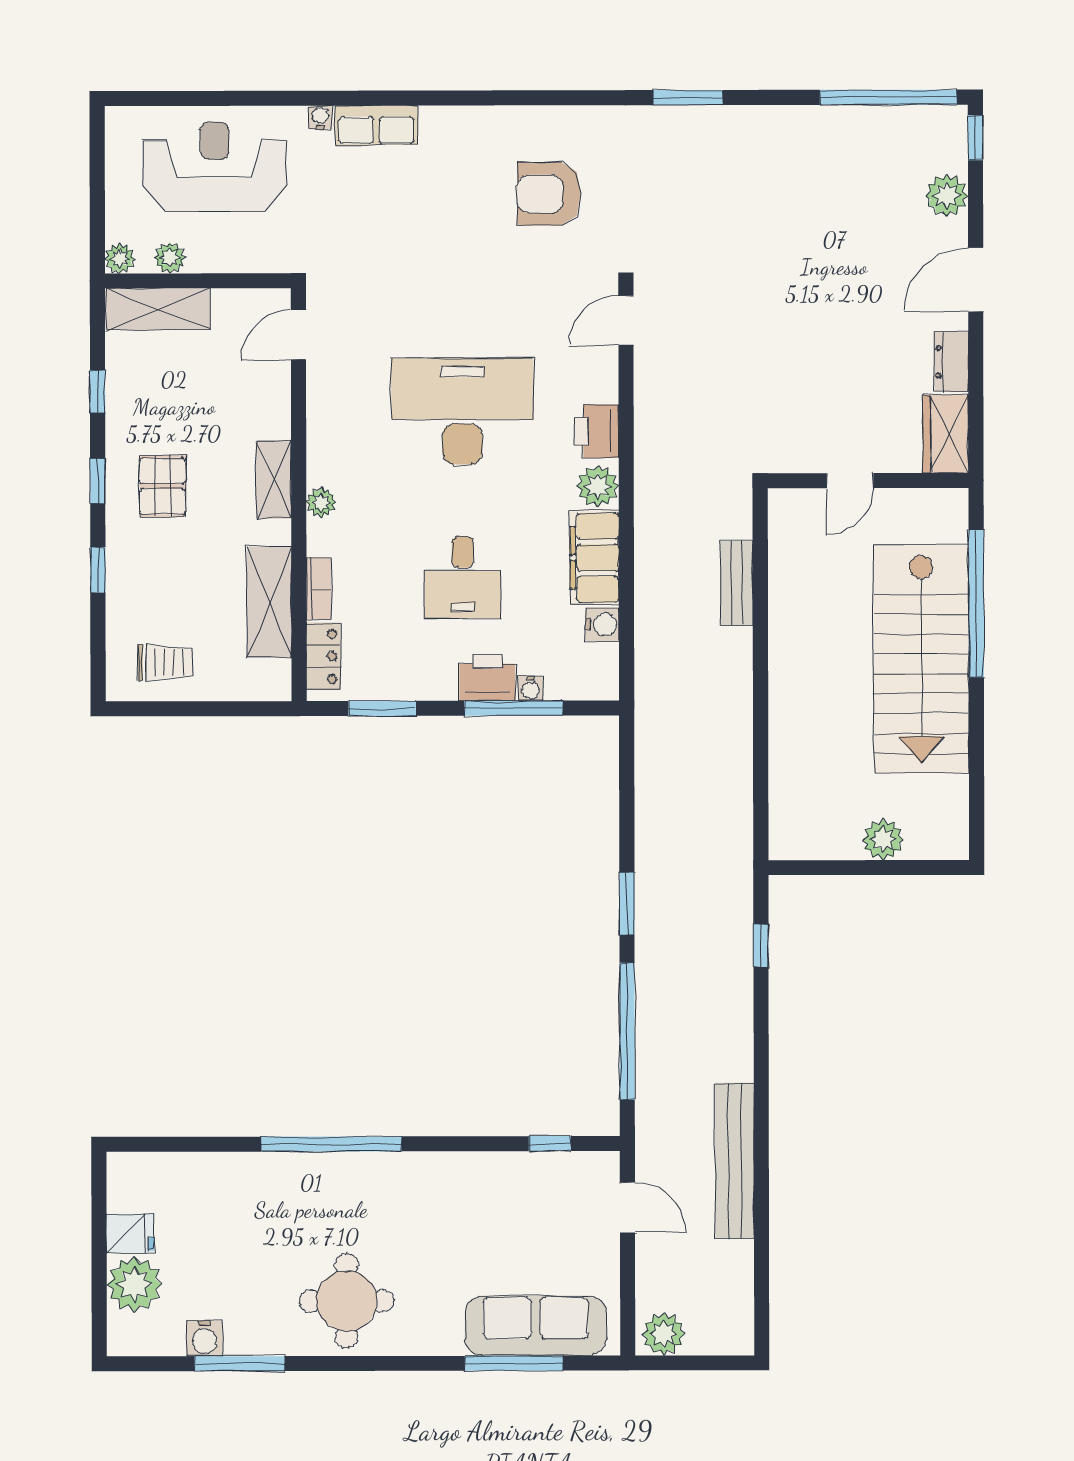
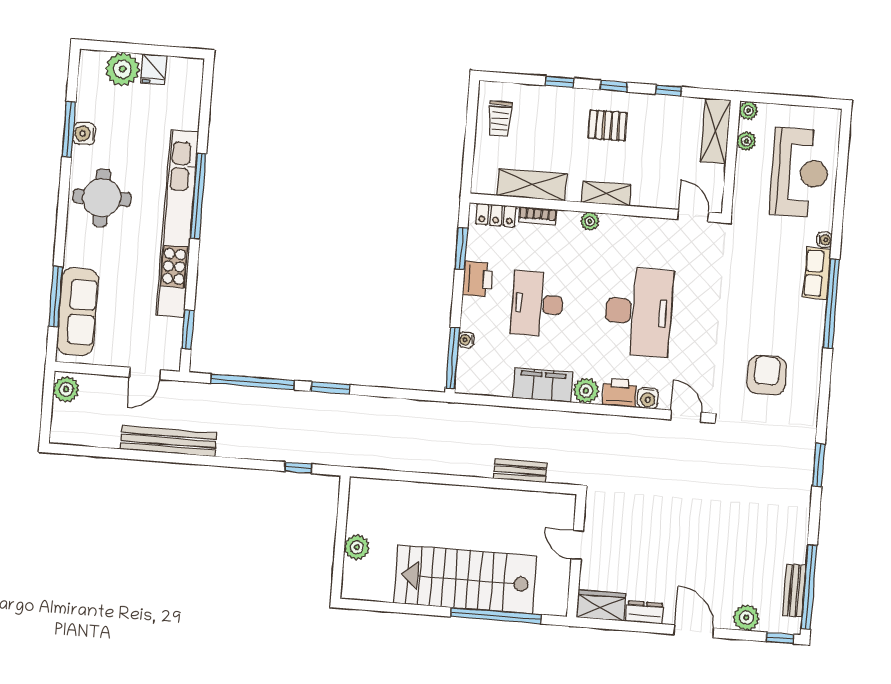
window: (423, 98) -> (831, 303), added
bench: (896, 121) -> (794, 591), added
desk: (463, 577) -> (537, 304), width x1.37
water cooler: (602, 625) -> (648, 398), moved
printer: (487, 678) -> (478, 279), moved
window: (514, 708) -> (453, 358), moved
window: (550, 1144) -> (188, 329), width x1.50
kitchen unit: (379, 1174) -> (177, 224), added
water cooler: (204, 1338) -> (84, 134), moved

